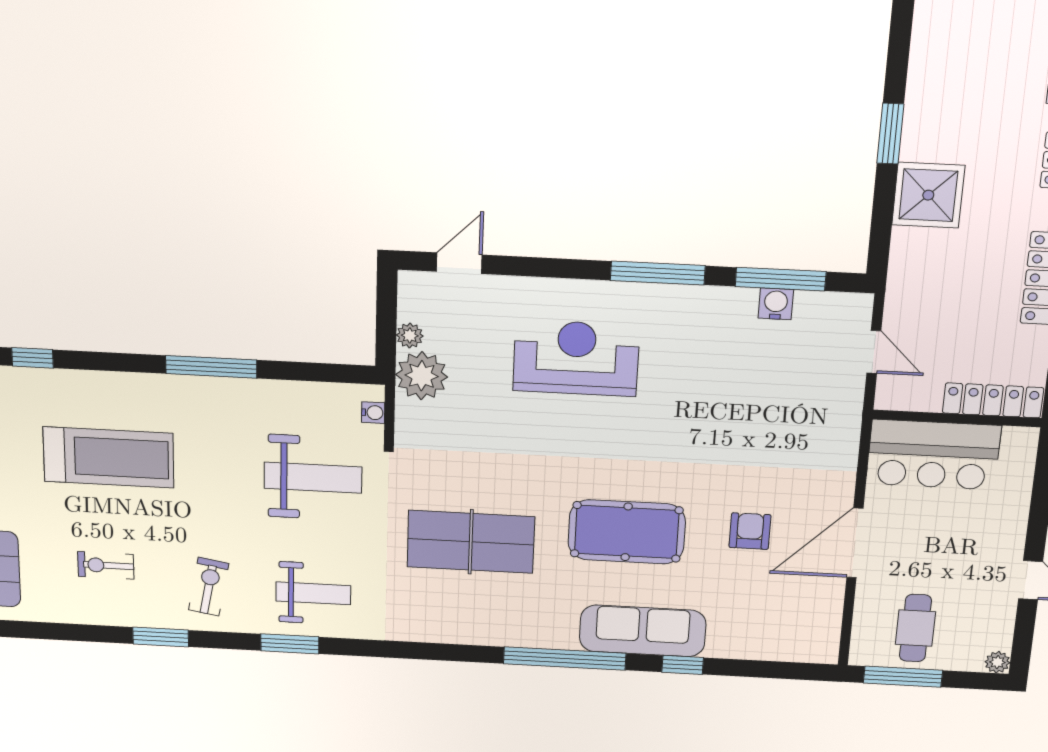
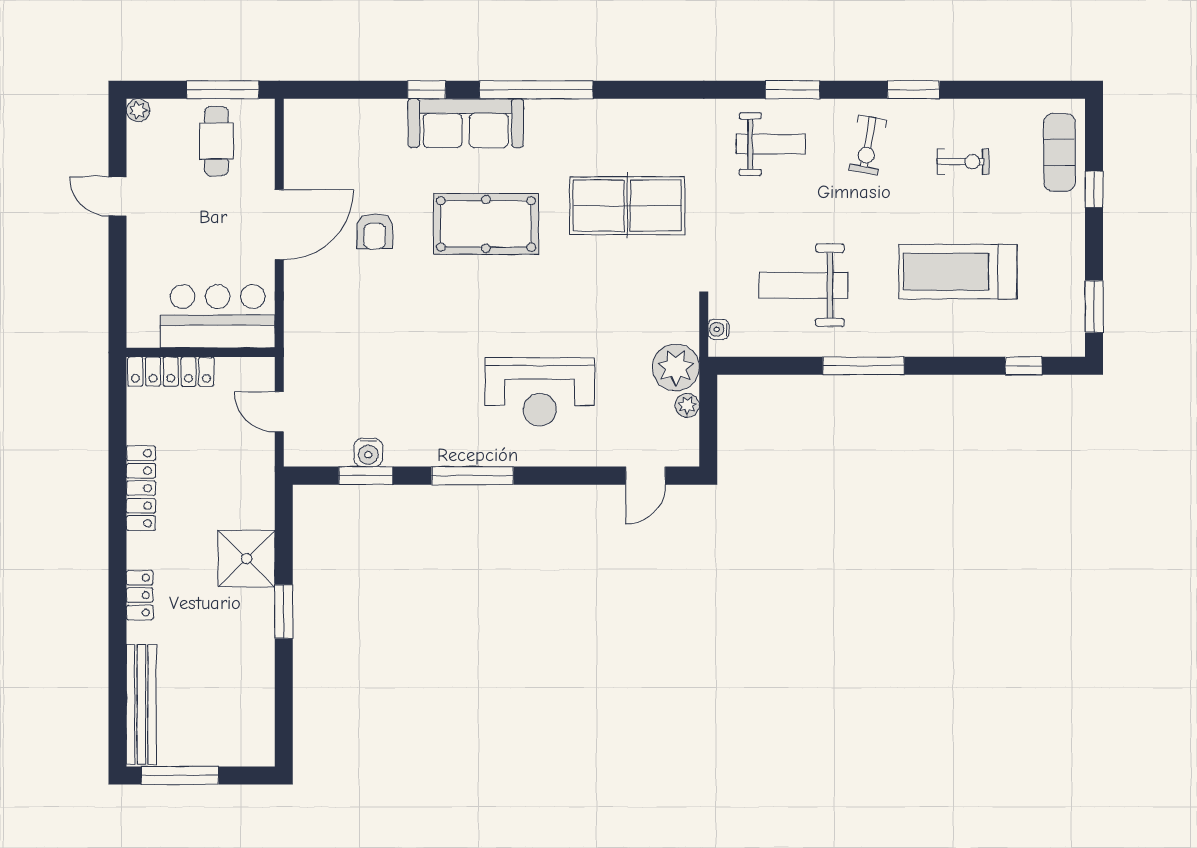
window: (781, 279) -> (366, 476), width x0.69
weight bench: (313, 478) -> (803, 285), moved
weight bench: (313, 593) -> (771, 144), turned 180

